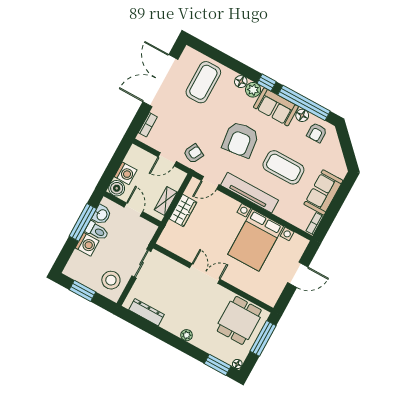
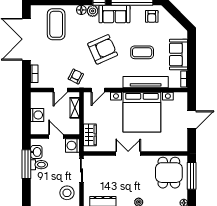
floor lamp: (302, 115) -> (135, 10), removed
armchair: (241, 140) -> (103, 49), turned -107
coffee table: (283, 167) -> (142, 52), width x0.73, depth x0.76
boiler: (117, 188) -> (37, 128), removed
tv unit: (250, 193) -> (146, 82), moved
shelving: (166, 201) -> (75, 108), moved
wardrobe: (183, 211) -> (90, 135), moved
bed with nightstands: (256, 240) -> (142, 112), width x1.36
washing machine: (87, 244) -> (73, 146), moved, turned 180

